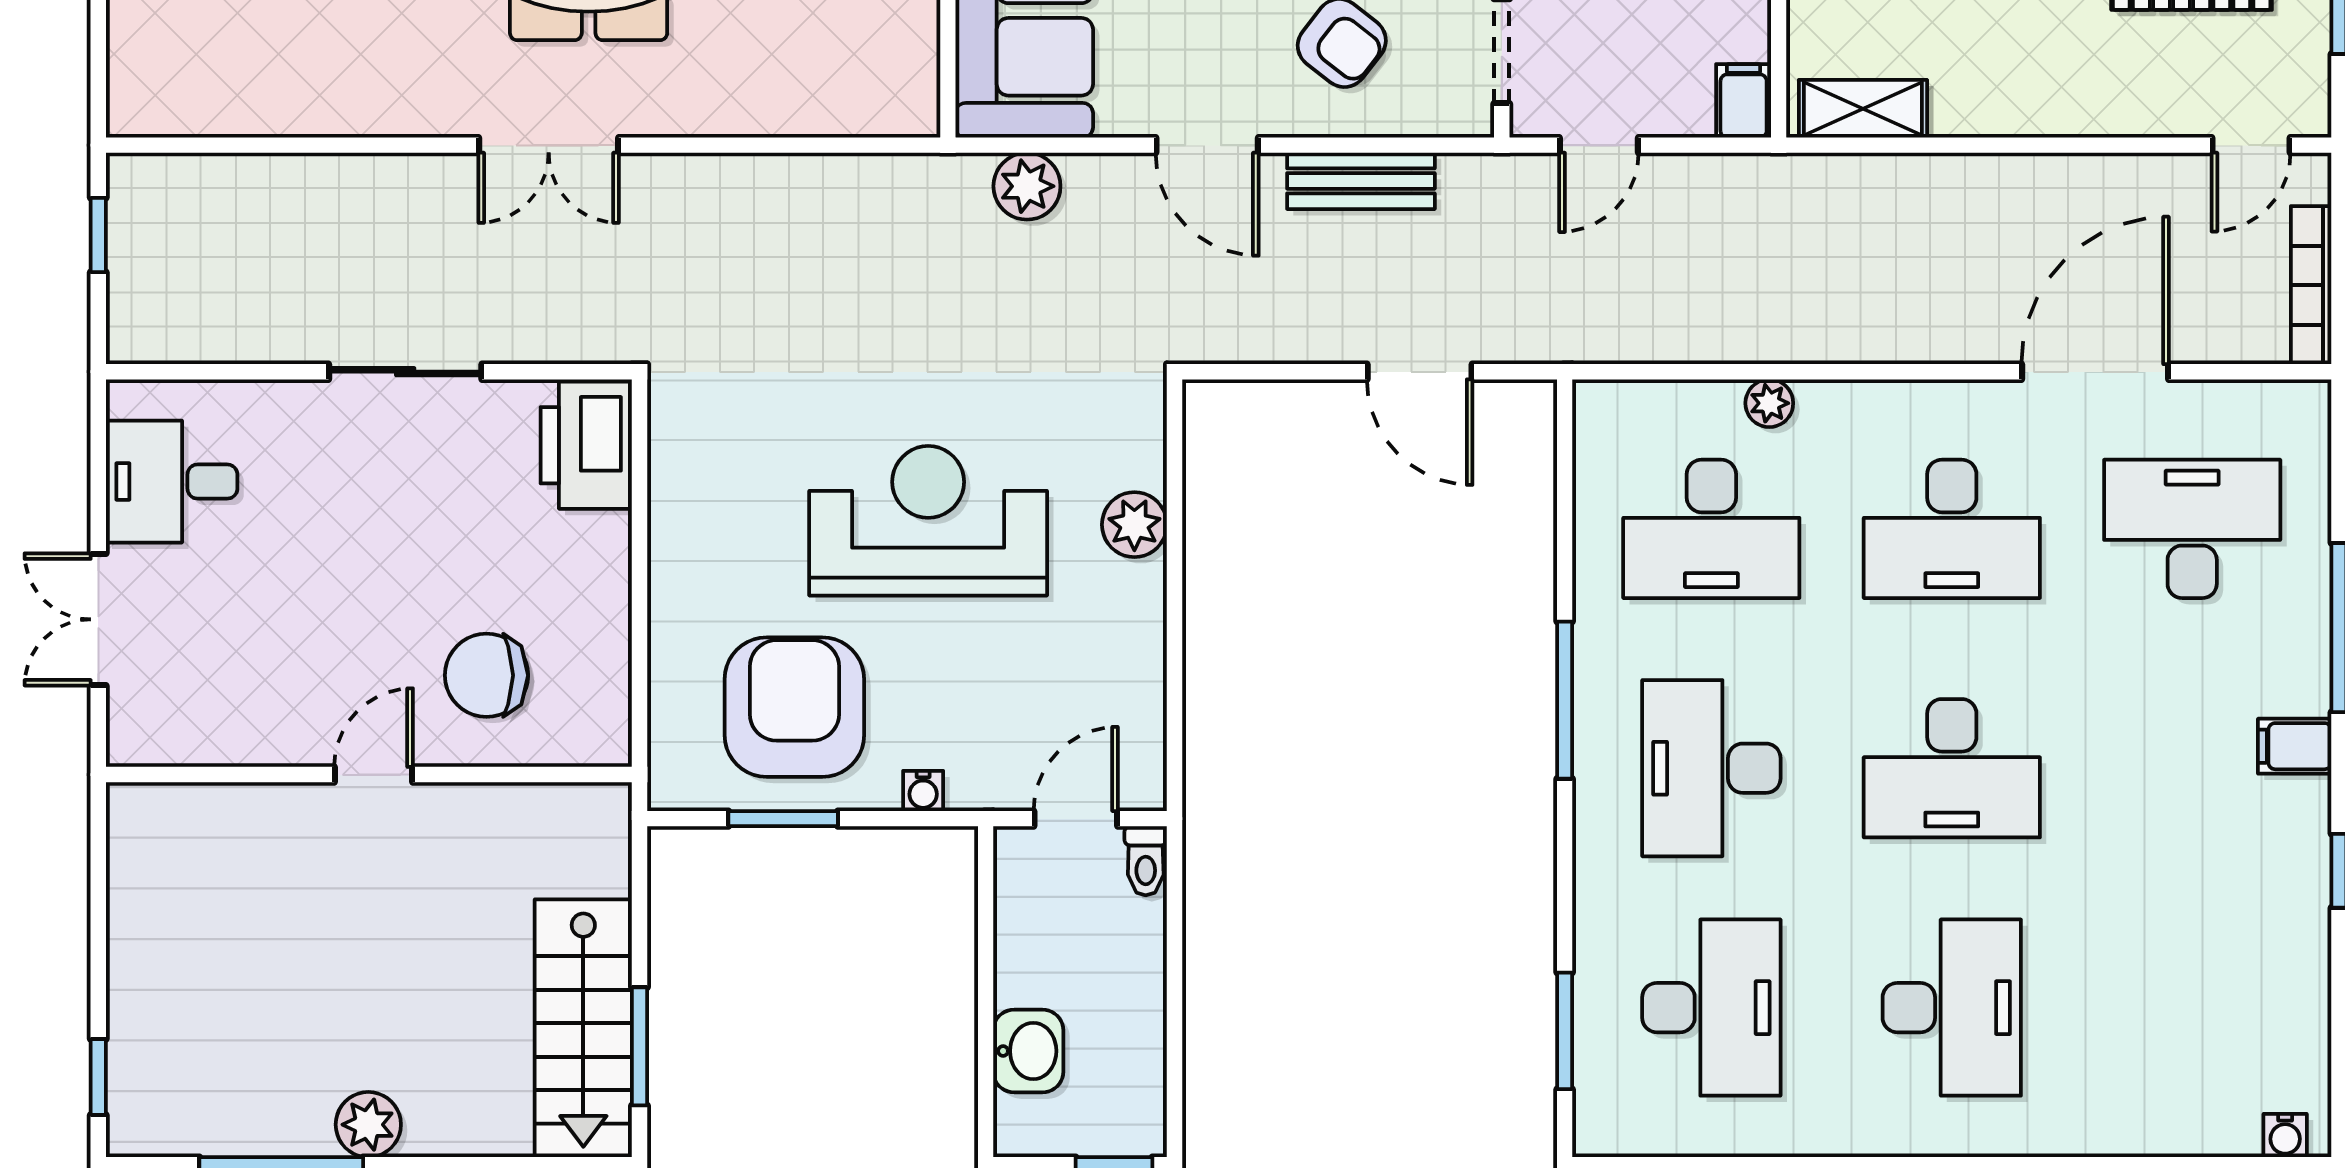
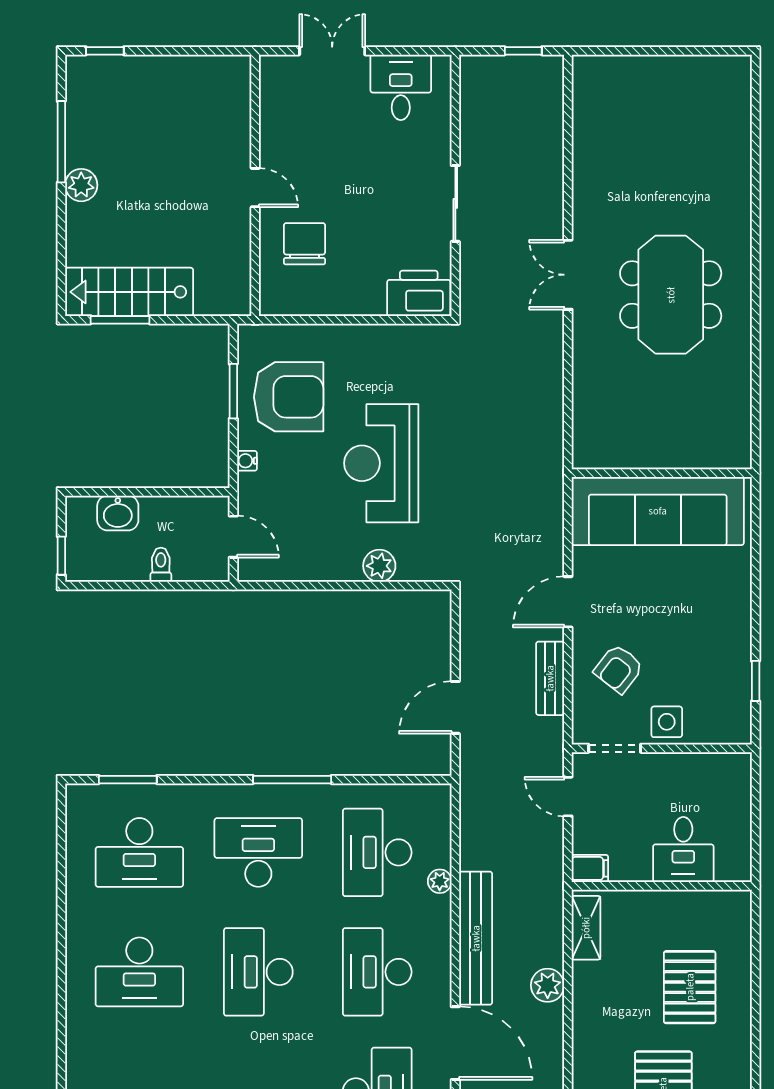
plant: (1027, 186) -> (548, 985), moved
bench: (1884, 331) -> (476, 938), added
reception desk: (928, 521) -> (381, 463), turned 180
toilet: (1146, 861) -> (161, 565), moved, turned 90

